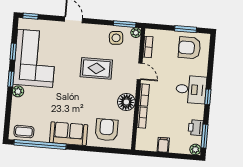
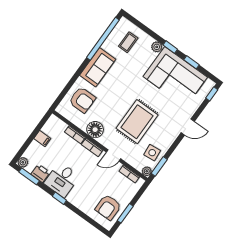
armchair: (189, 48) -> (108, 207), turned 180
rug: (96, 68) -> (137, 122), width x1.36, depth x1.43
desk: (191, 89) -> (62, 180), moved
coffee table: (24, 132) -> (128, 42), moved

